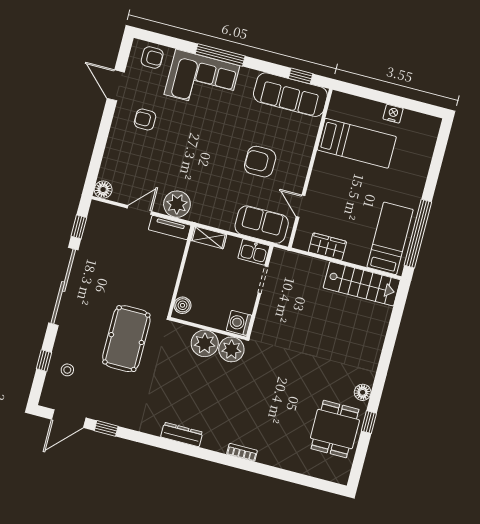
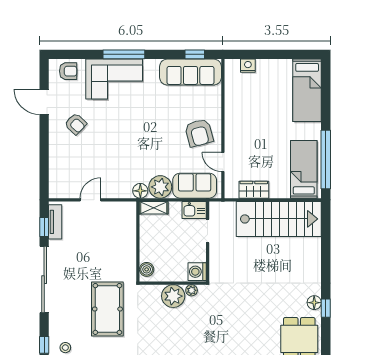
nightstand: (393, 114) -> (248, 66), moved
armchair: (145, 120) -> (76, 124), turned -136
bed: (357, 143) -> (307, 90), moved, turned 90
armchair: (260, 162) -> (199, 133), moved, turned -105
floor lamp: (103, 190) -> (140, 191), moved
plant: (177, 204) -> (160, 187), moved
tv unit: (170, 228) -> (55, 222), moved, turned -90
stairs: (362, 284) -> (279, 219), width x1.36, depth x1.51
plant: (231, 349) -> (192, 290), width x0.53, depth x0.53
window: (369, 422) -> (326, 308), moved

